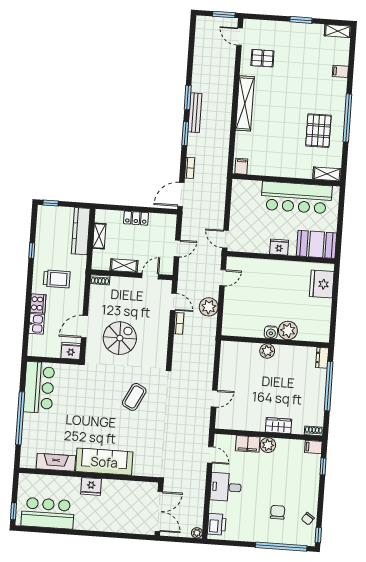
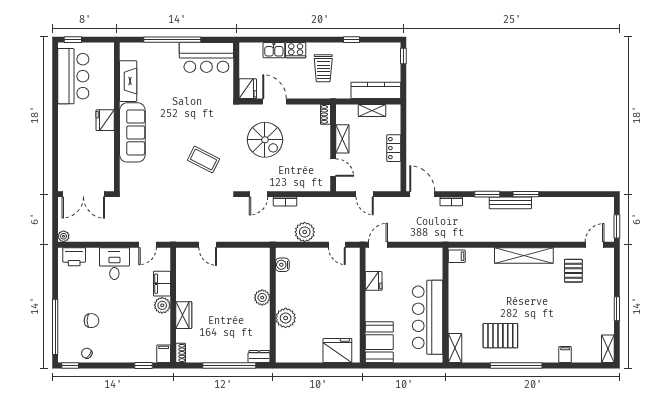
fridge: (279, 247) -> (374, 281), moved
door: (173, 302) -> (259, 194), moved
water cooler: (271, 332) -> (282, 265), moved

